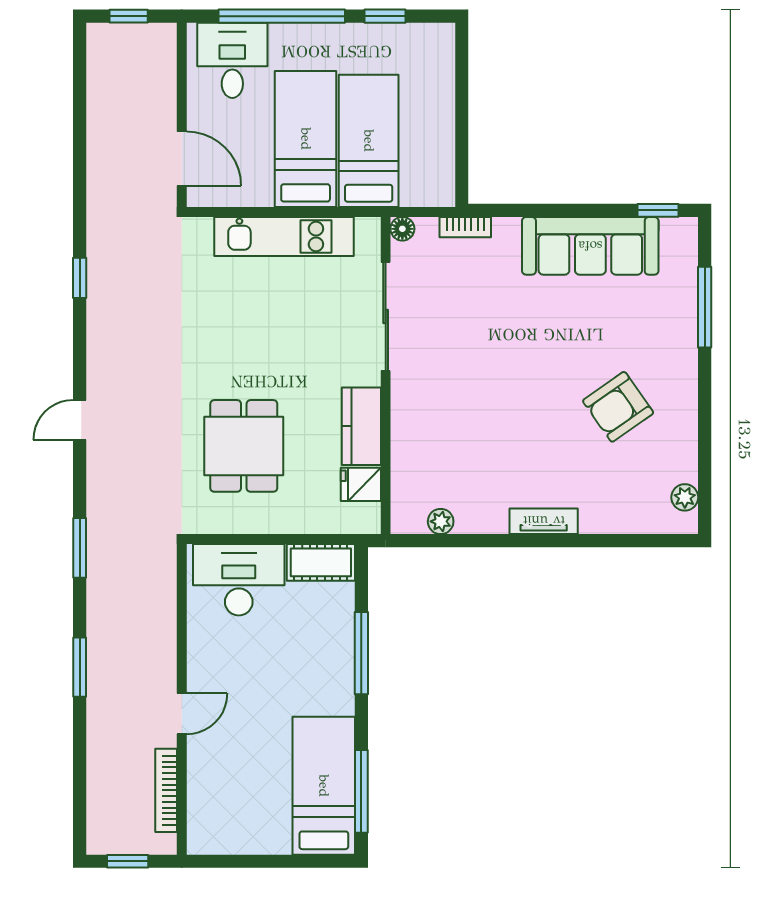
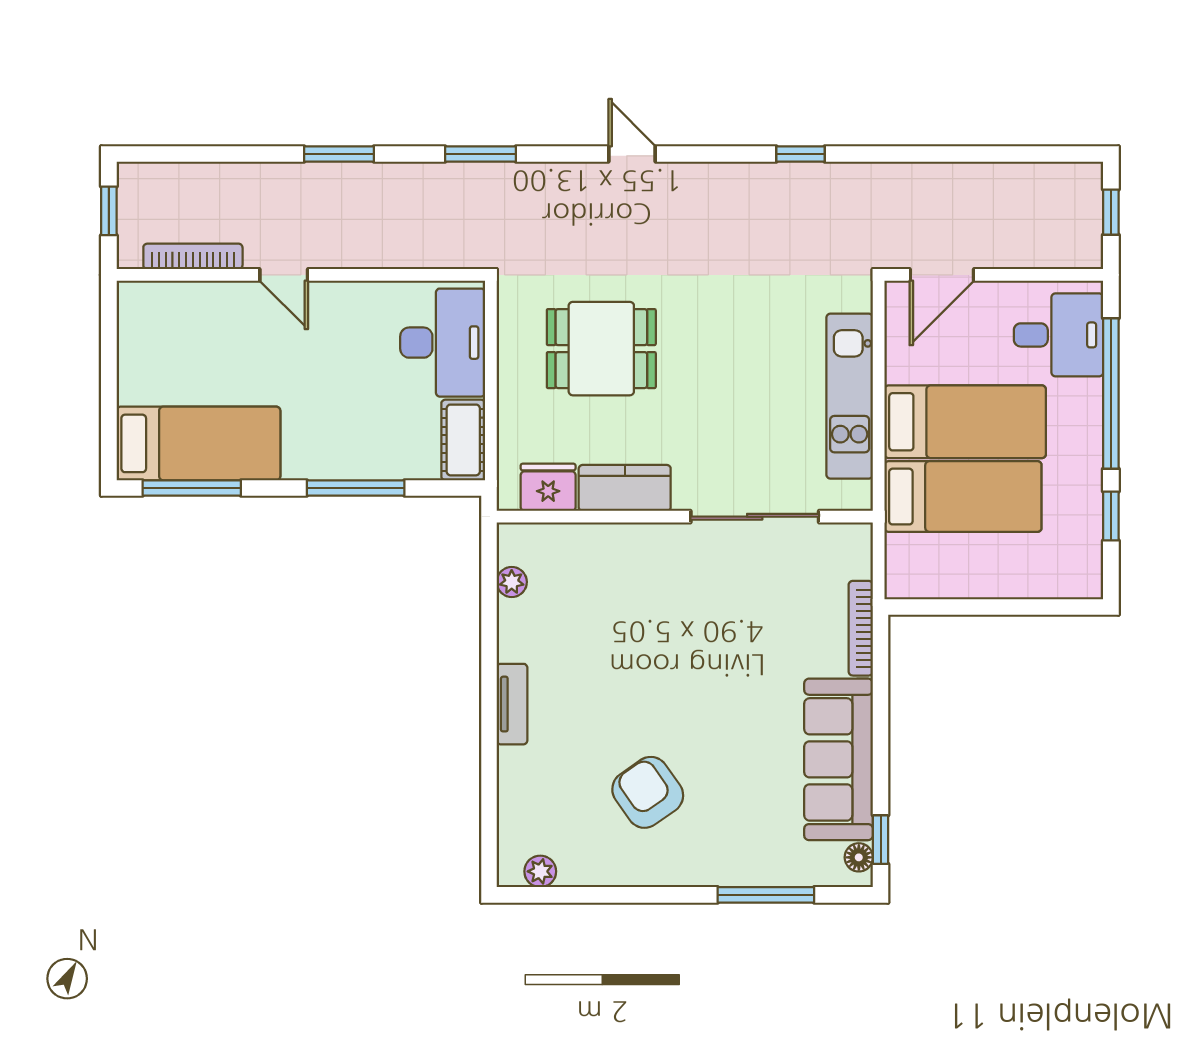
bookcase: (465, 227) -> (861, 628), width x1.56
floor lamp: (402, 229) -> (859, 857), moved
fridge: (361, 484) -> (548, 487), width x1.38

